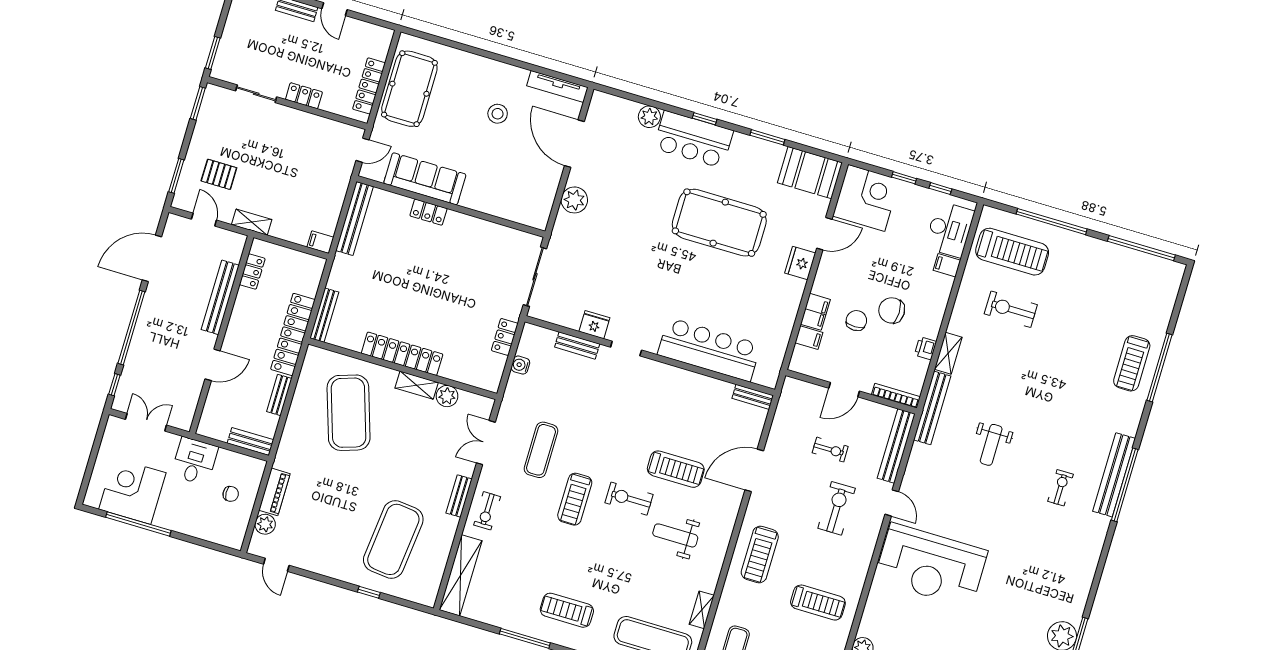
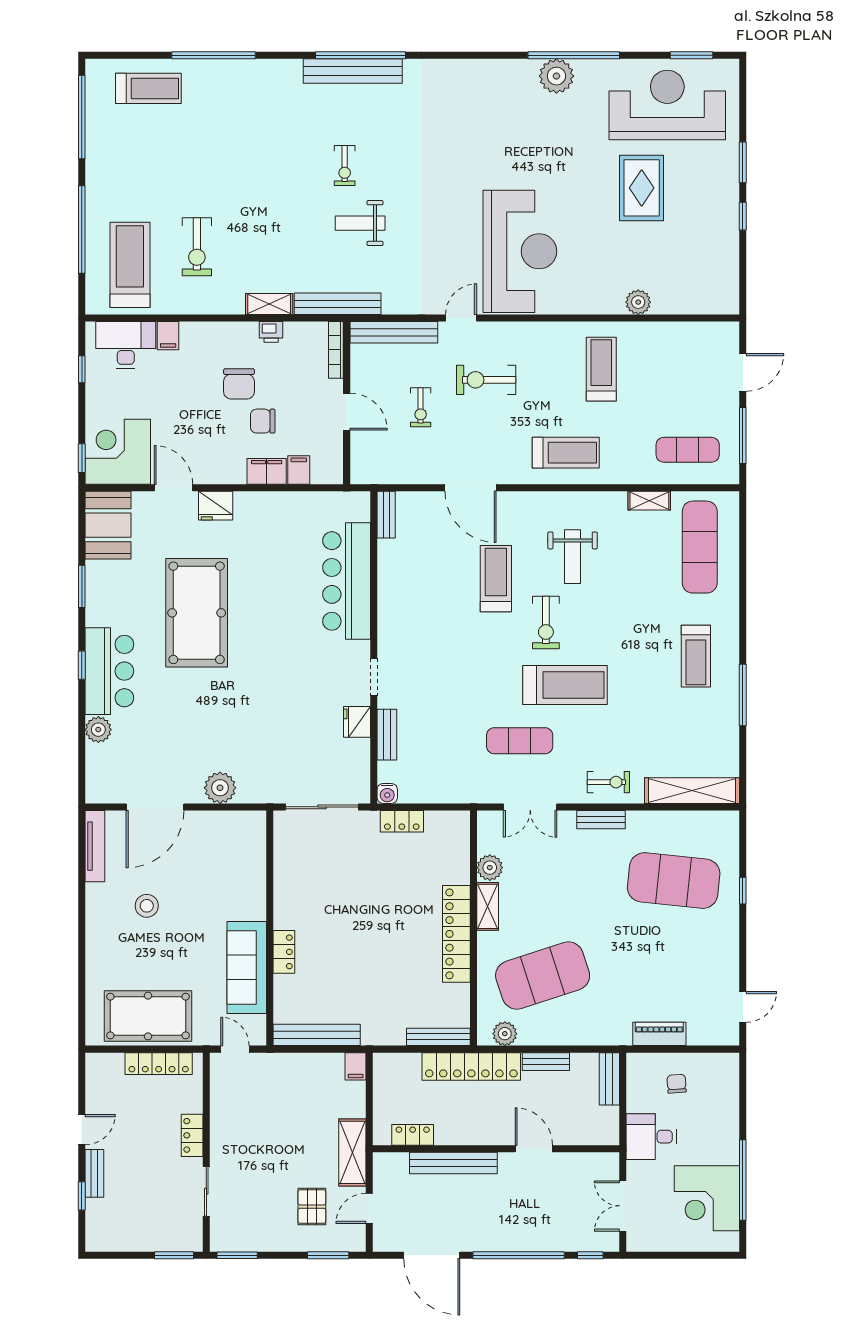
window: (904, 178) -> (82, 458), moved
shelving: (252, 222) -> (352, 1152), width x1.50, depth x1.33
treadmill: (1132, 363) -> (148, 88), moved
water cooler: (520, 365) -> (387, 793), moved
weight bench: (991, 445) -> (360, 223), turned 180
exercise bike: (830, 450) -> (421, 407), turned 180
exercise bike: (1061, 488) -> (345, 166), moved, turned -90
treadmill: (575, 499) -> (565, 685), width x1.37, depth x1.38
plant: (265, 524) -> (505, 1034), moved

